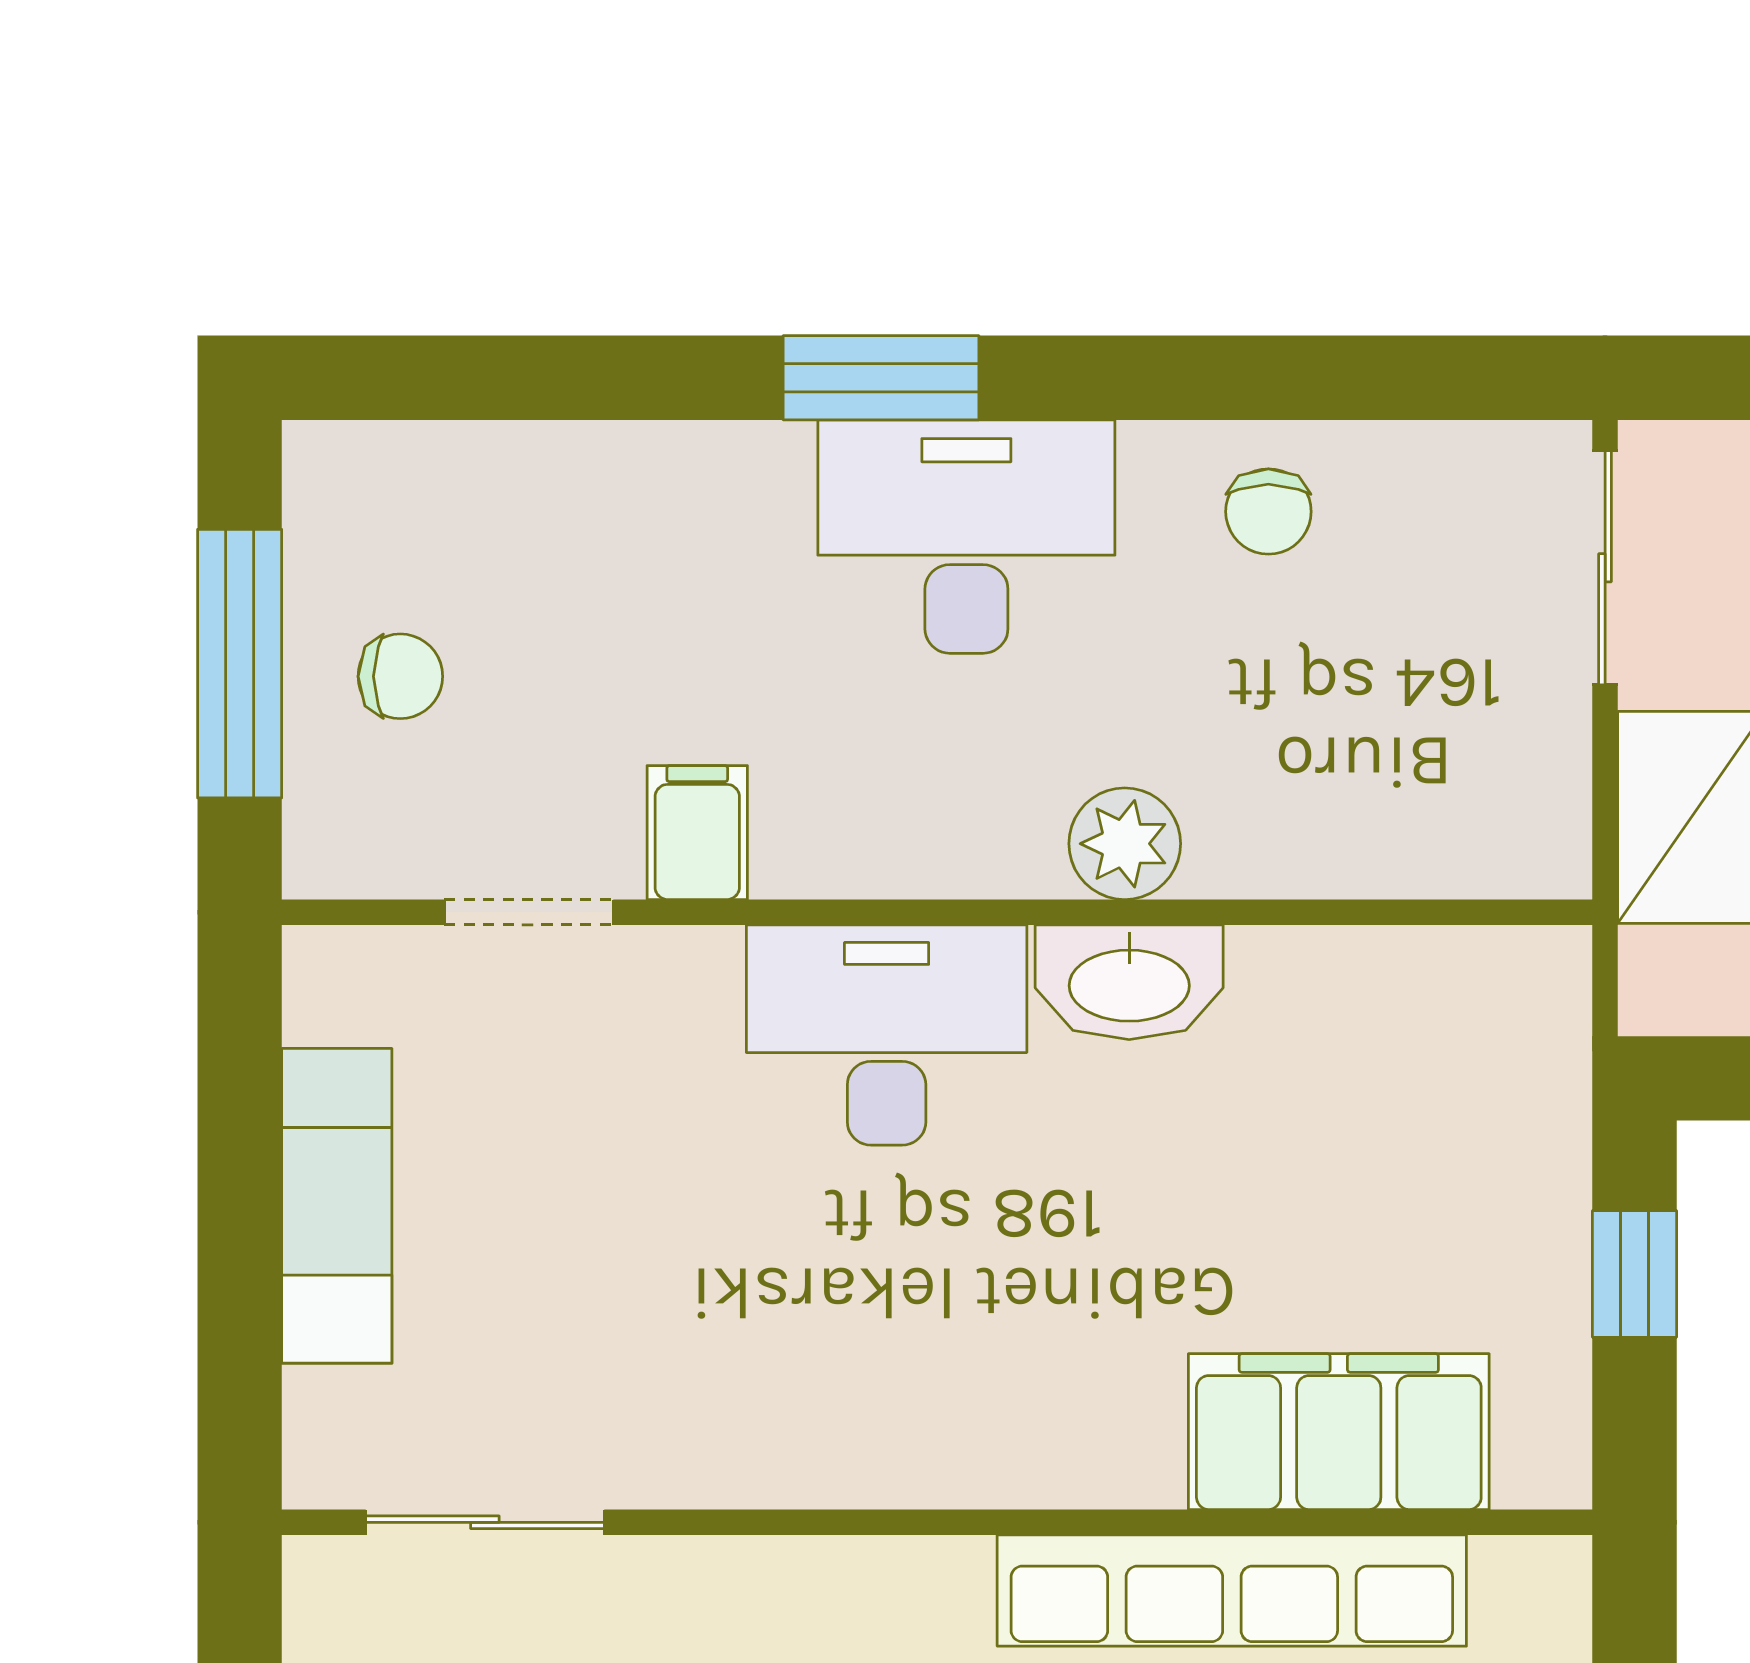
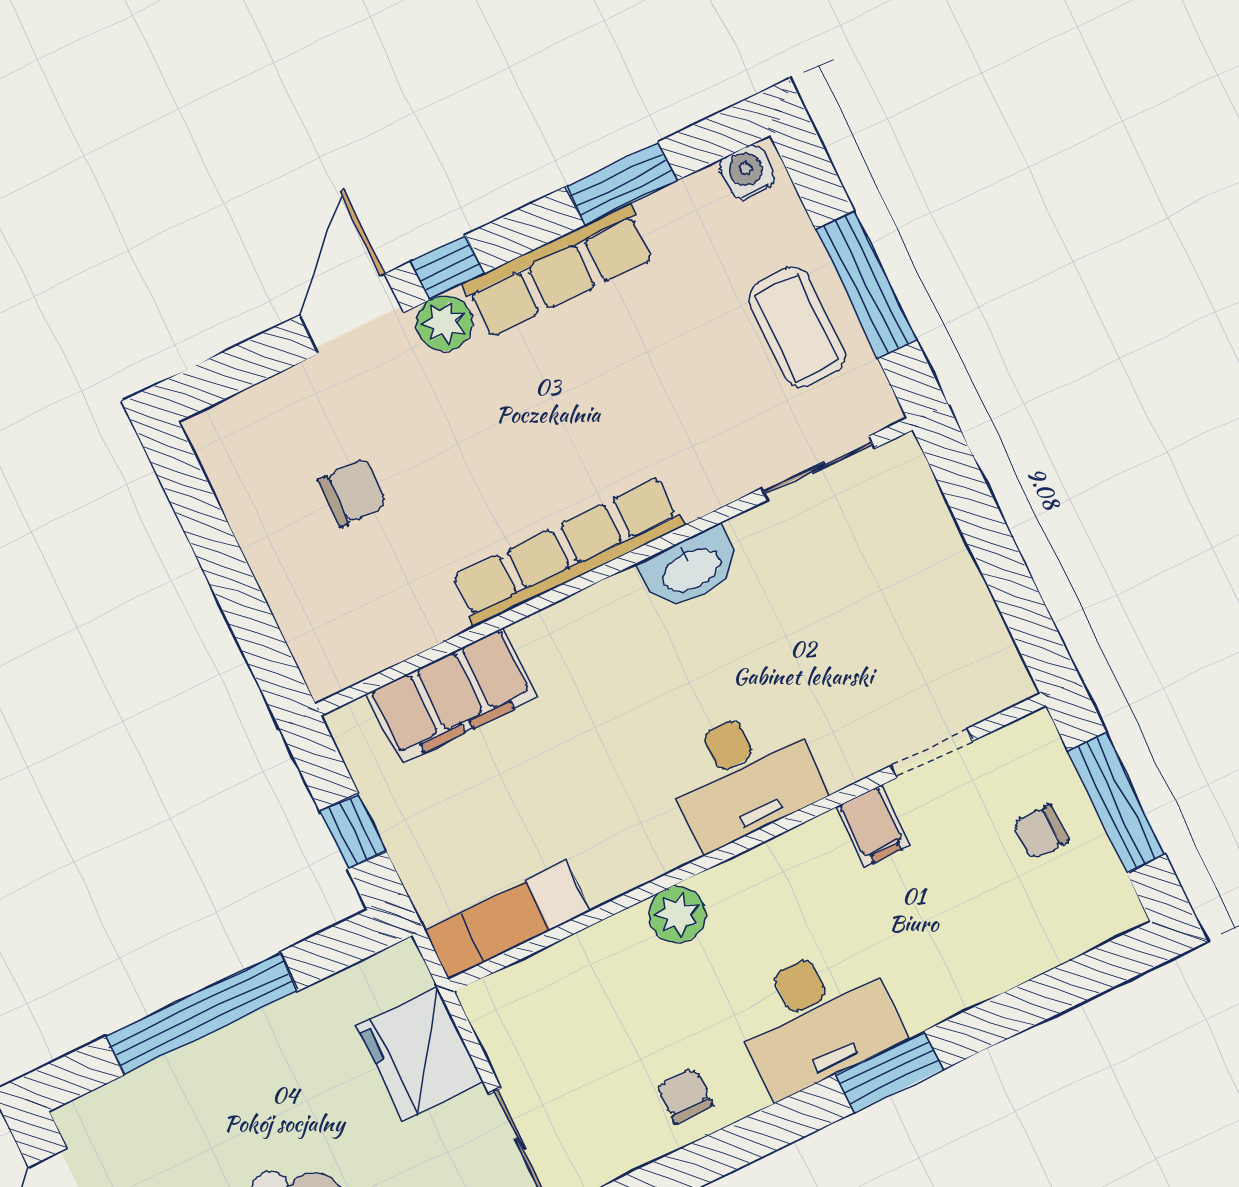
washbasin: (1129, 982) -> (691, 569), moved, turned 180
exam couch: (337, 1206) -> (507, 921), moved, turned 90
row of seats: (1232, 1591) -> (567, 551), moved

